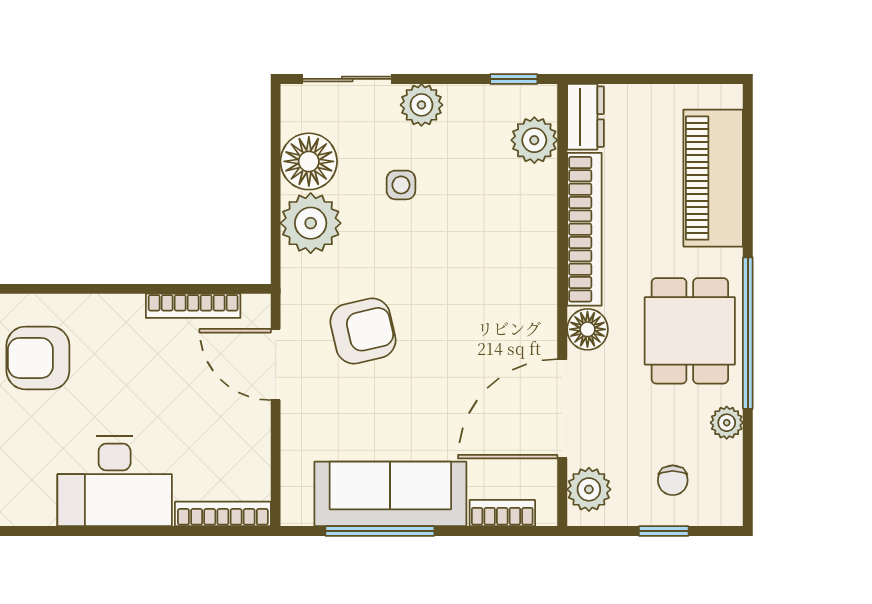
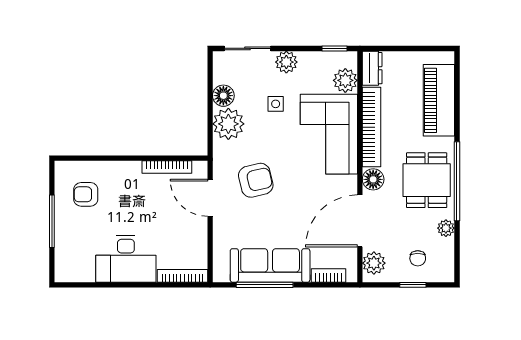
floor lamp: (309, 161) -> (223, 96), width x0.73, depth x0.73
corner sofa: (503, 243) -> (329, 134), added
armchair: (38, 358) -> (86, 194), width x0.72, depth x0.72

